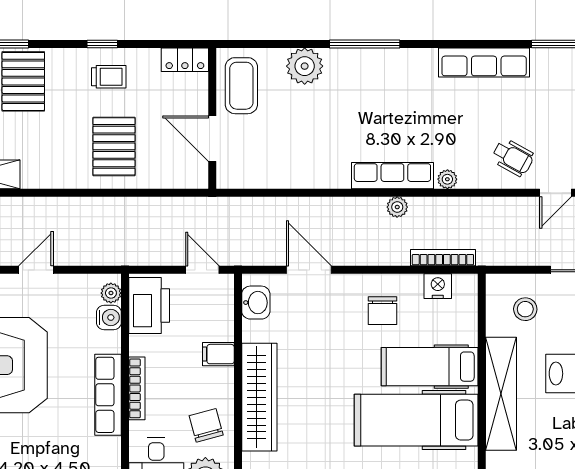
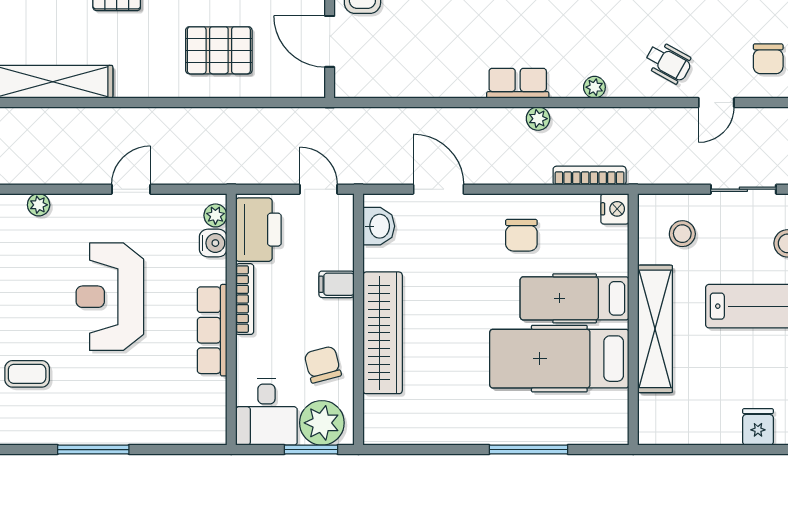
pallet: (114, 146) -> (219, 50), turned 90
row of seats: (392, 176) -> (518, 83), width x0.68
nightstand: (438, 286) -> (615, 209), moved, turned 90
bookcase: (137, 388) -> (245, 299), moved

